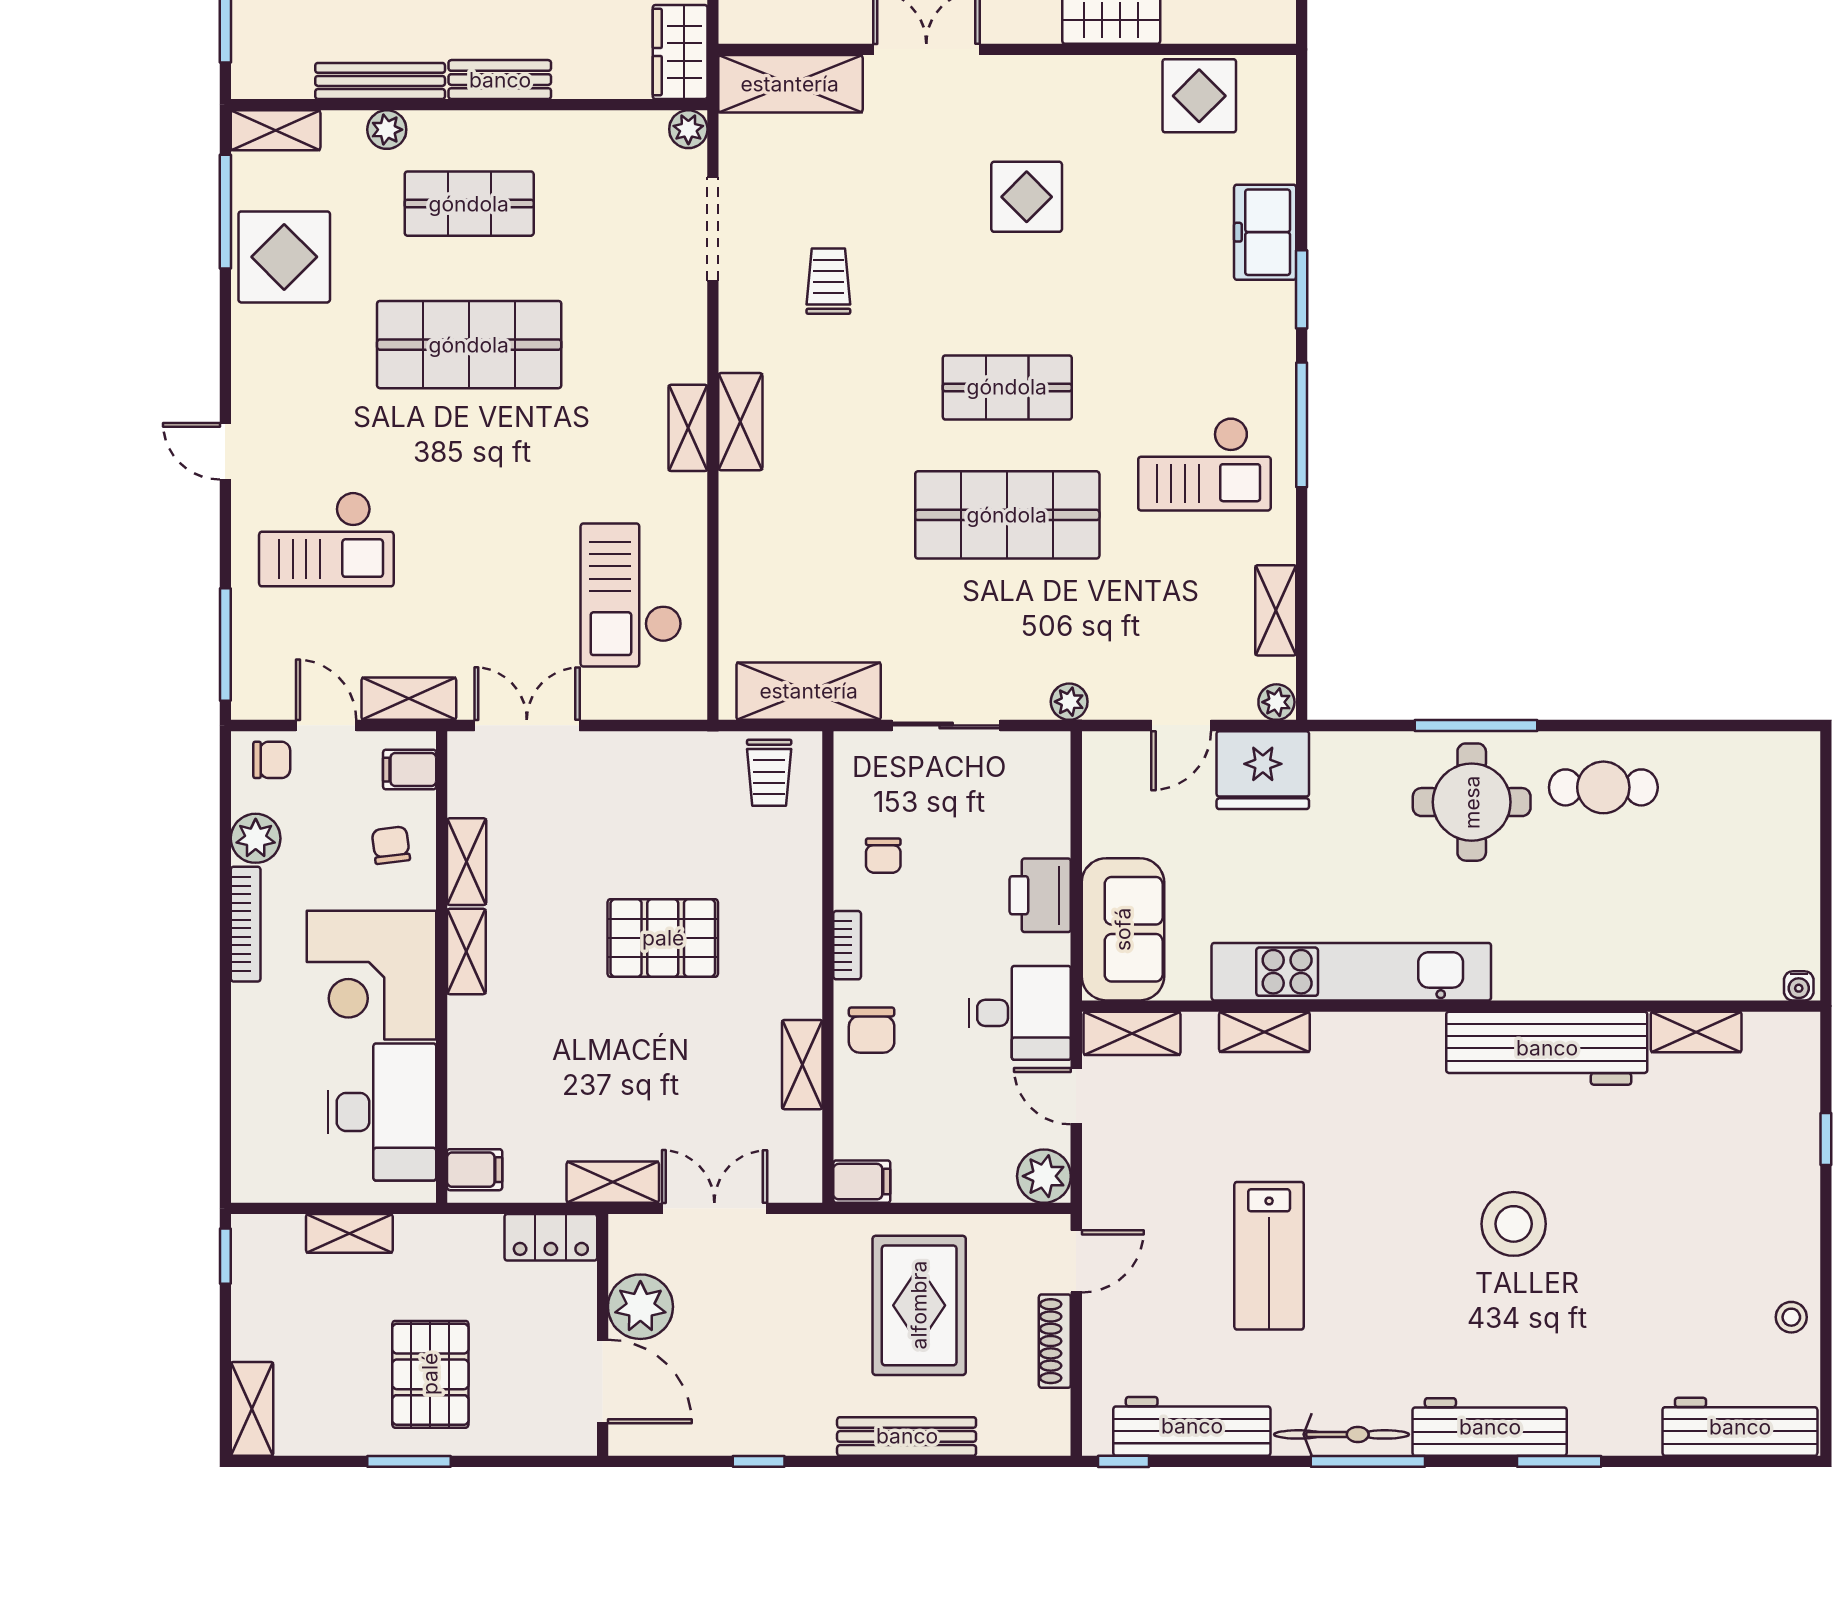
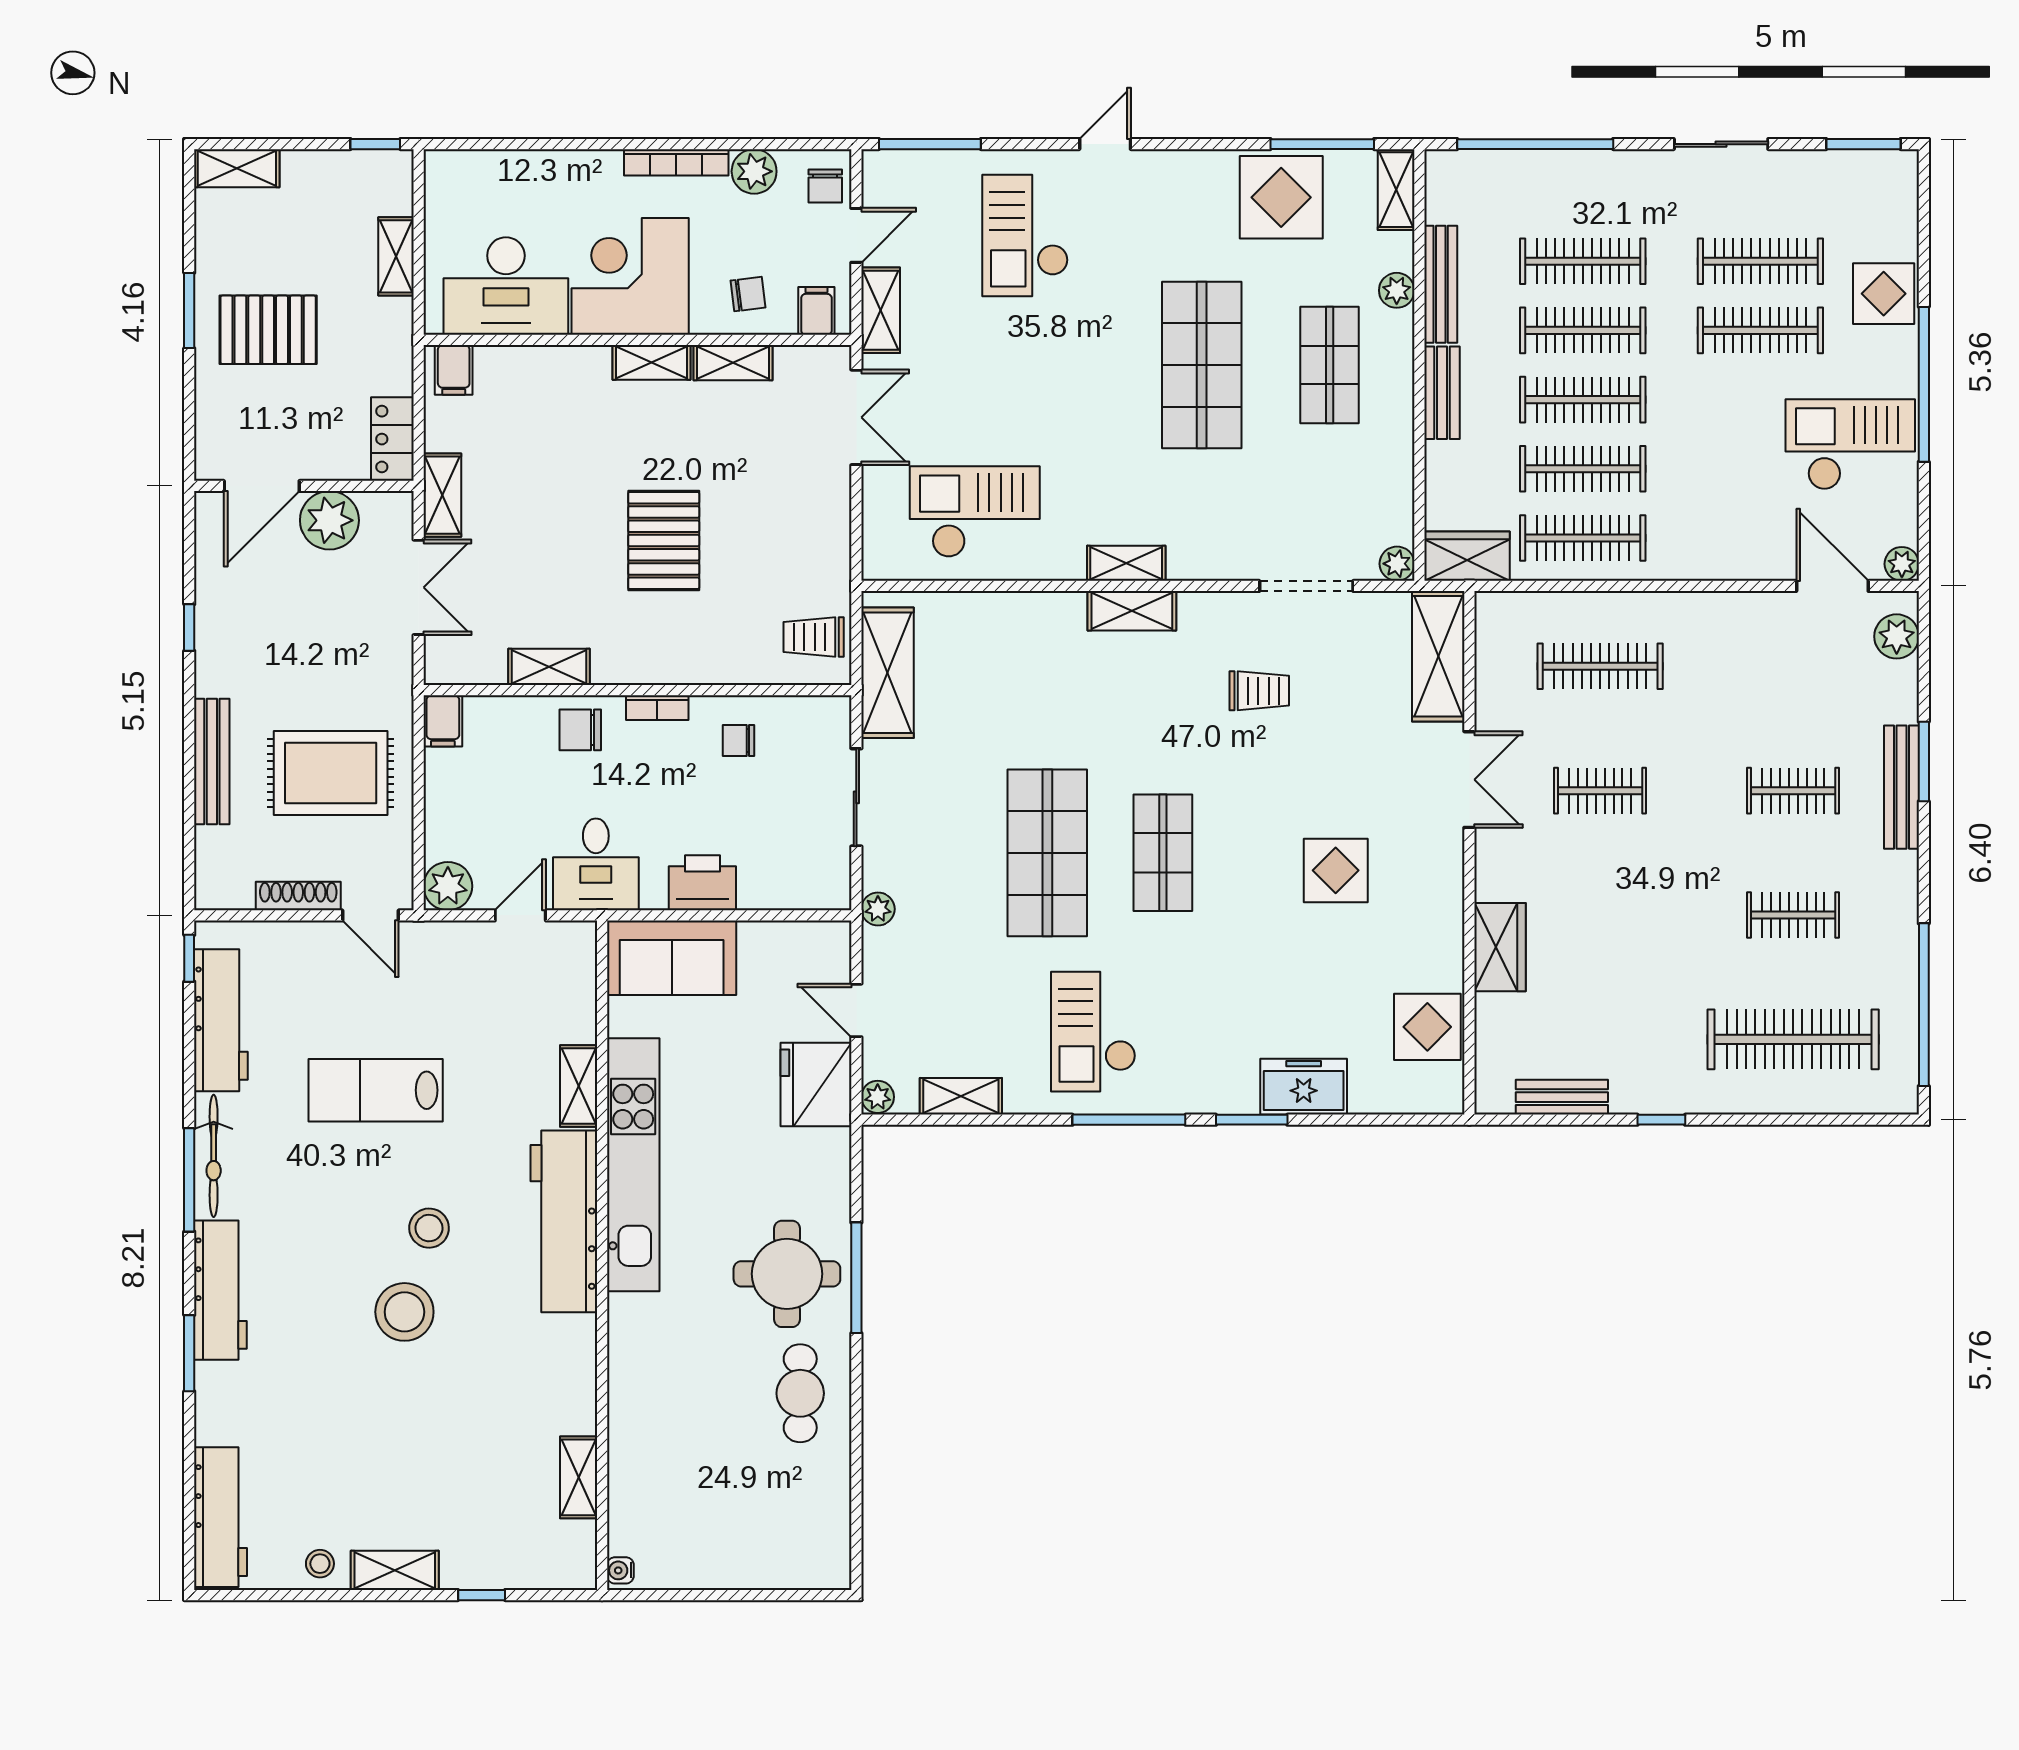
shelving: (1132, 1033) -> (395, 1570), moved, turned 90
workbench: (1547, 1048) -> (564, 1221), moved
stool: (1421, 1197) -> (429, 1228), added

